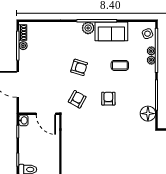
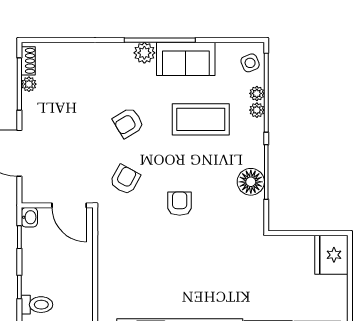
coffee table: (120, 65) -> (201, 119), width x1.86, depth x1.72
armchair: (79, 67) -> (128, 123), turned 132
armchair: (108, 99) -> (180, 204), moved
floor lamp: (148, 114) -> (251, 182), moved

